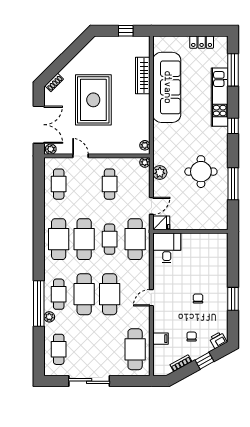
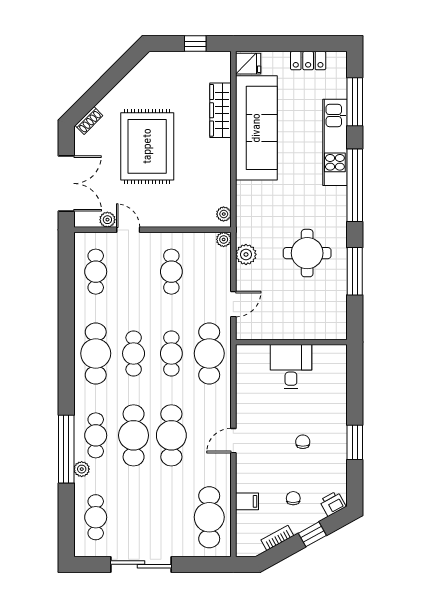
window: (233, 126) -> (355, 185), width x3.17
plant: (51, 149) -> (107, 220), moved
fridge: (161, 223) -> (248, 64), moved
cafe table: (84, 239) -> (134, 353), width x0.73, depth x0.74
desk: (167, 248) -> (291, 367), moved

